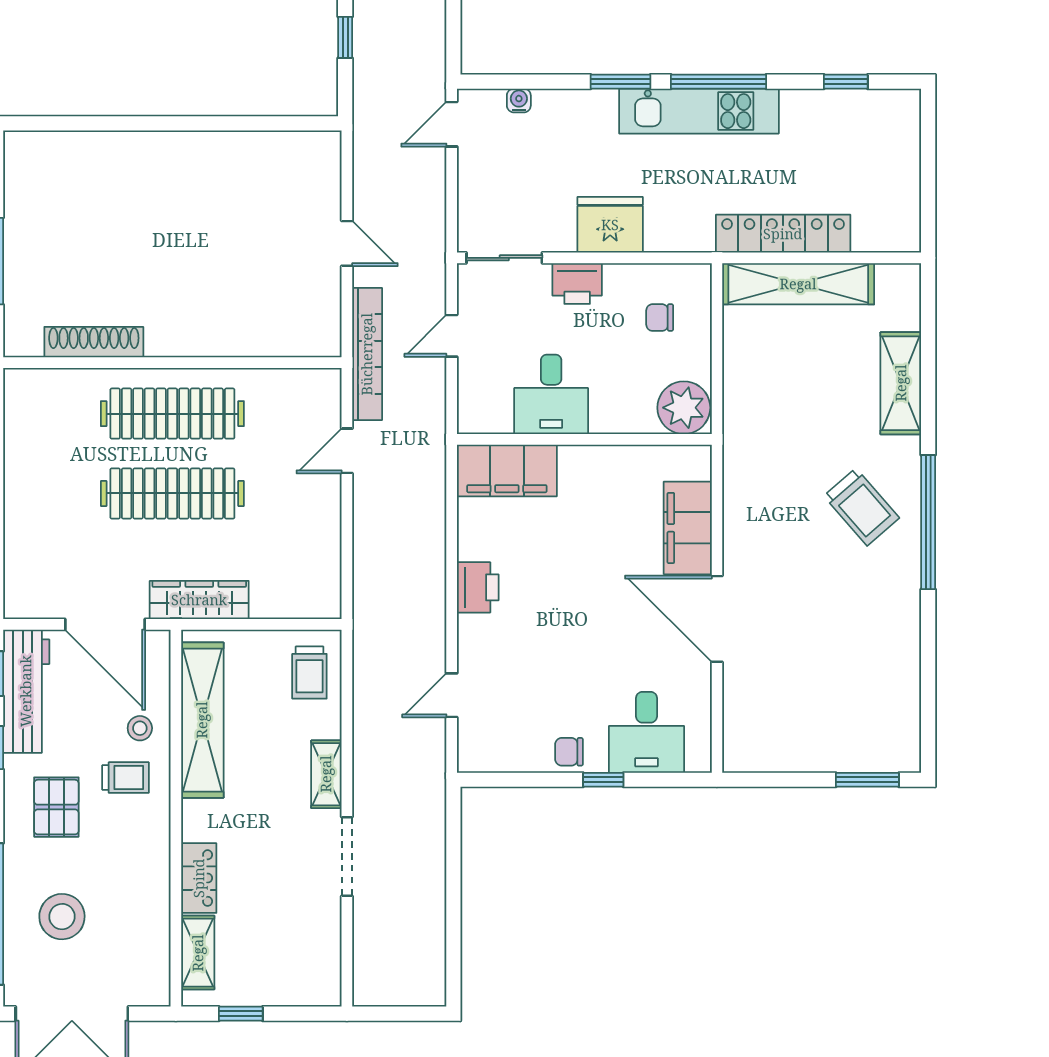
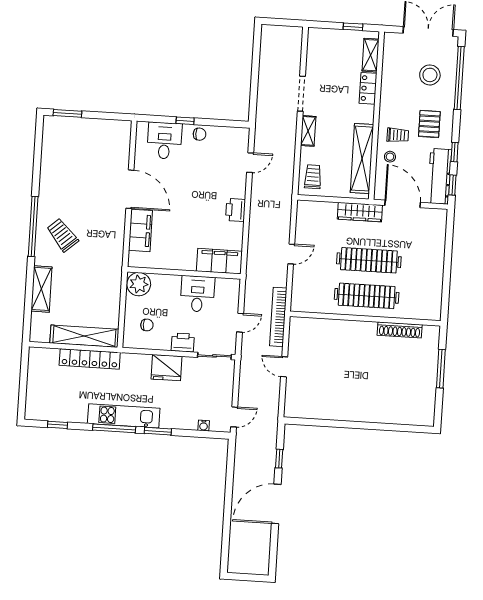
door: (347, 451) -> (291, 254), moved
trolley: (125, 778) -> (398, 135), turned 180

